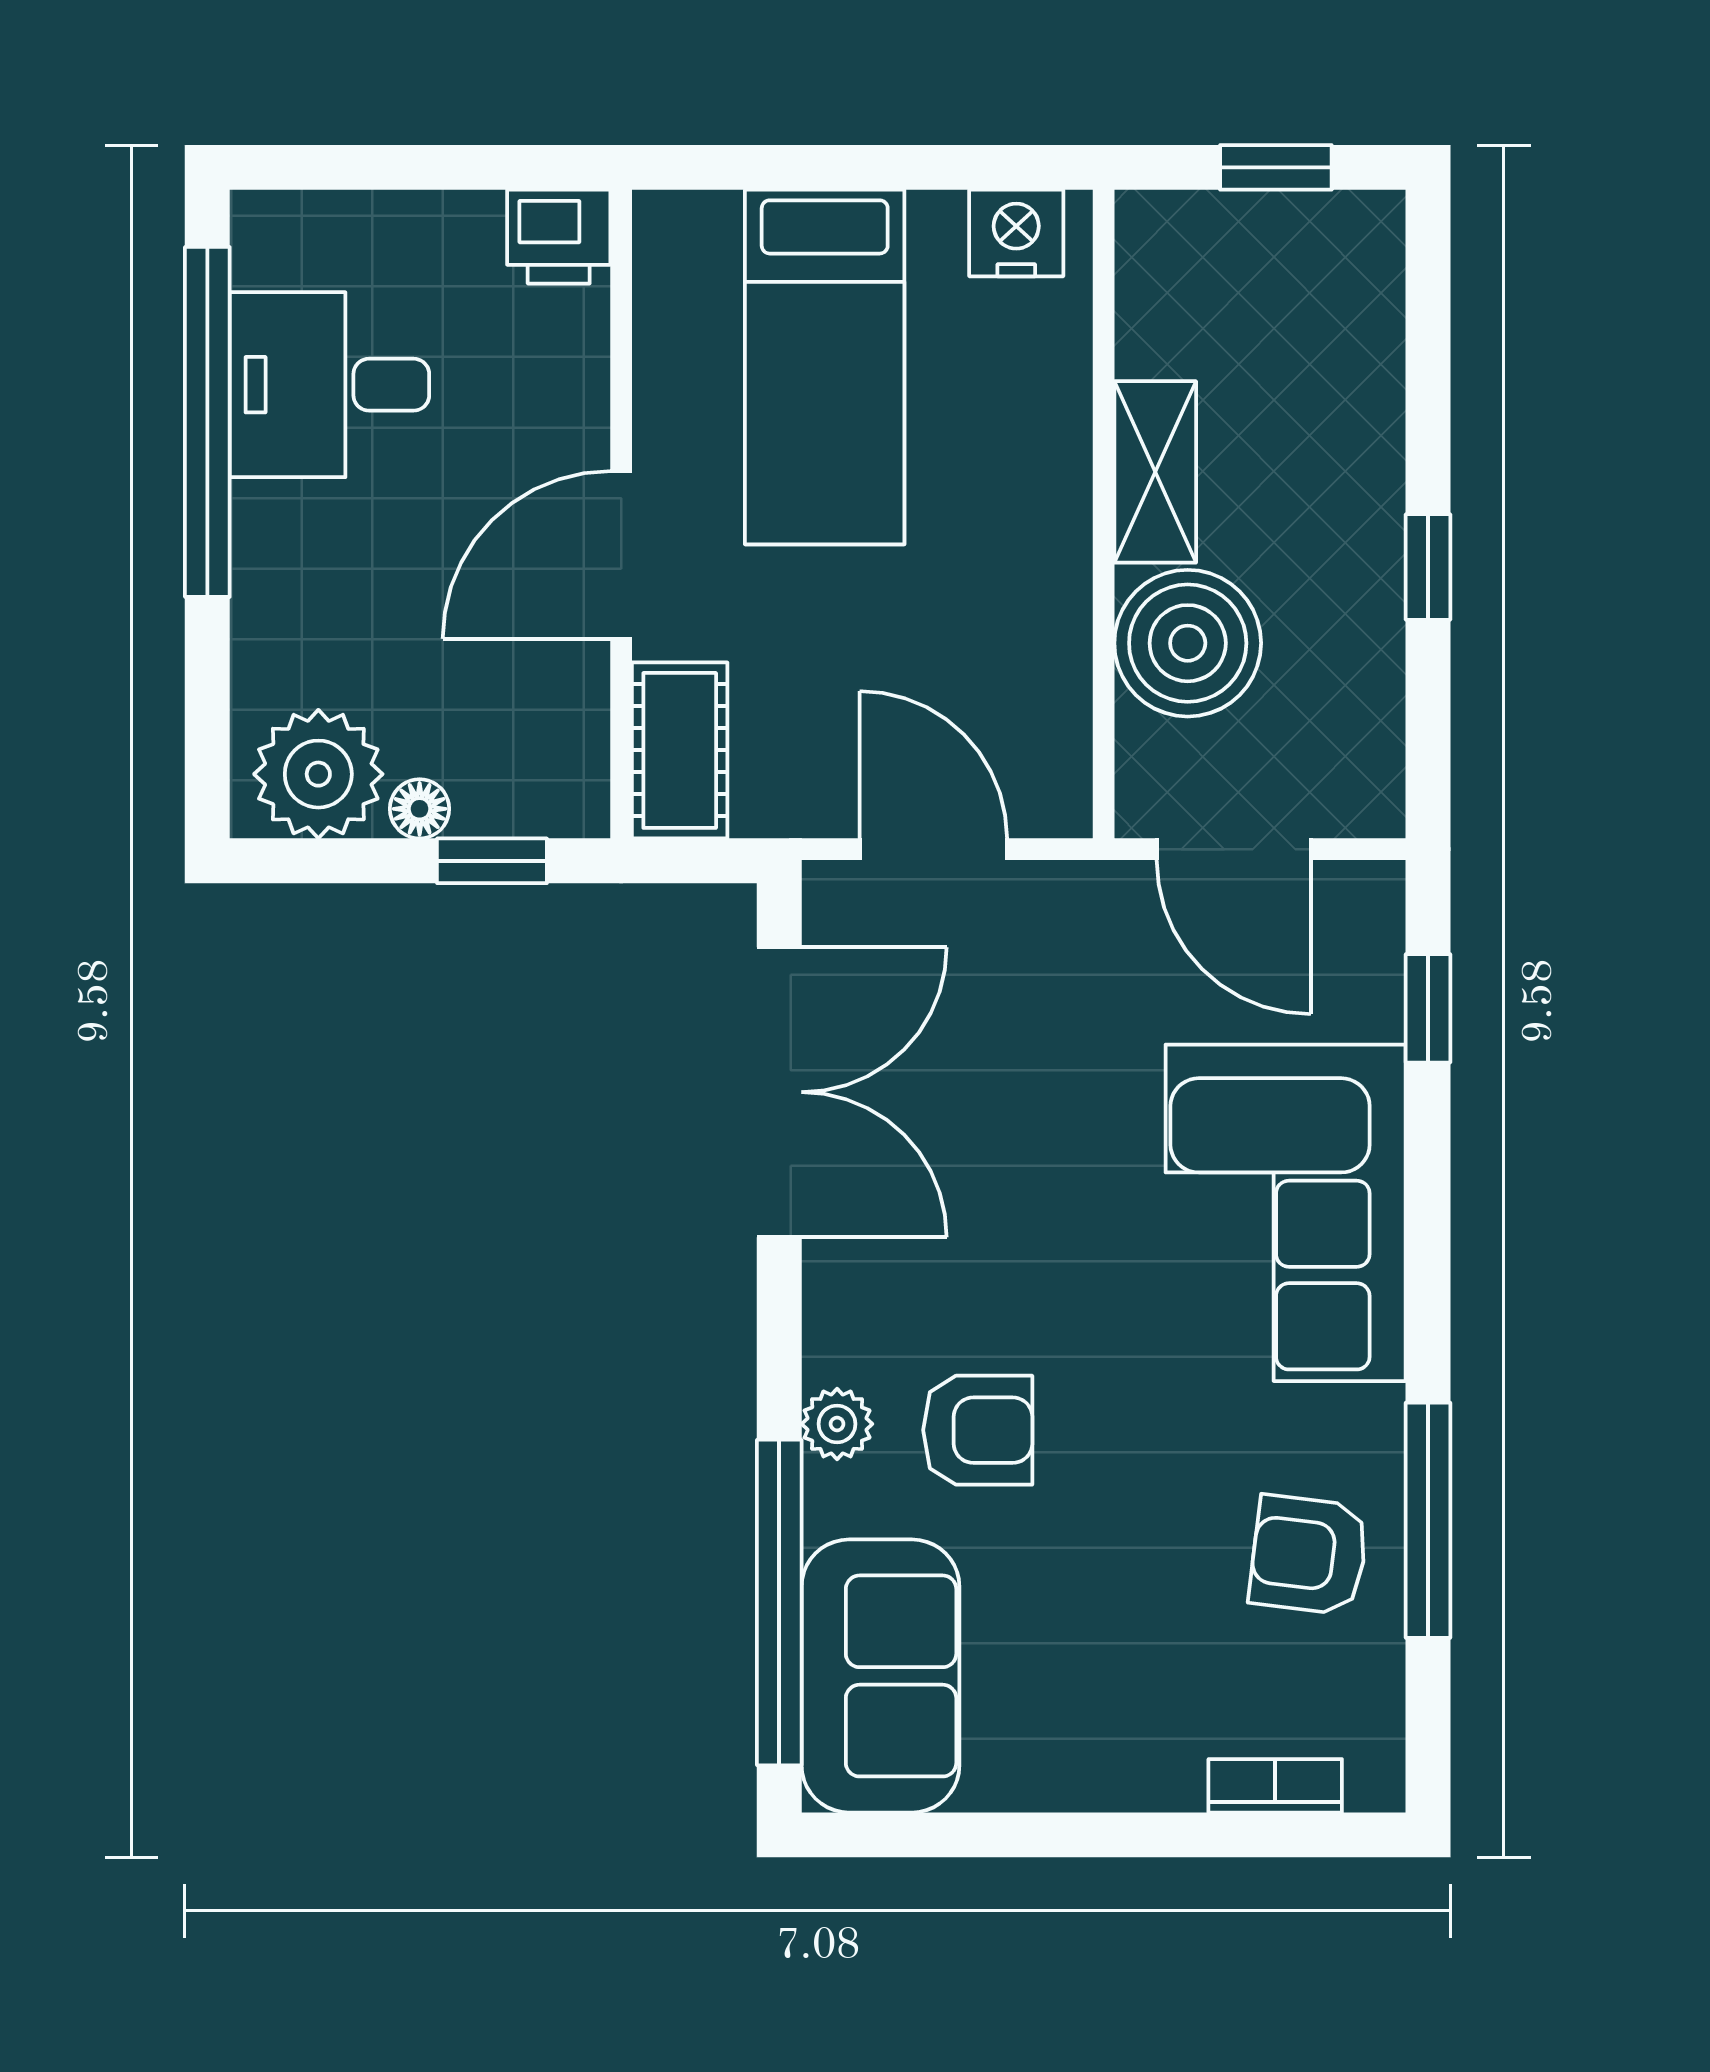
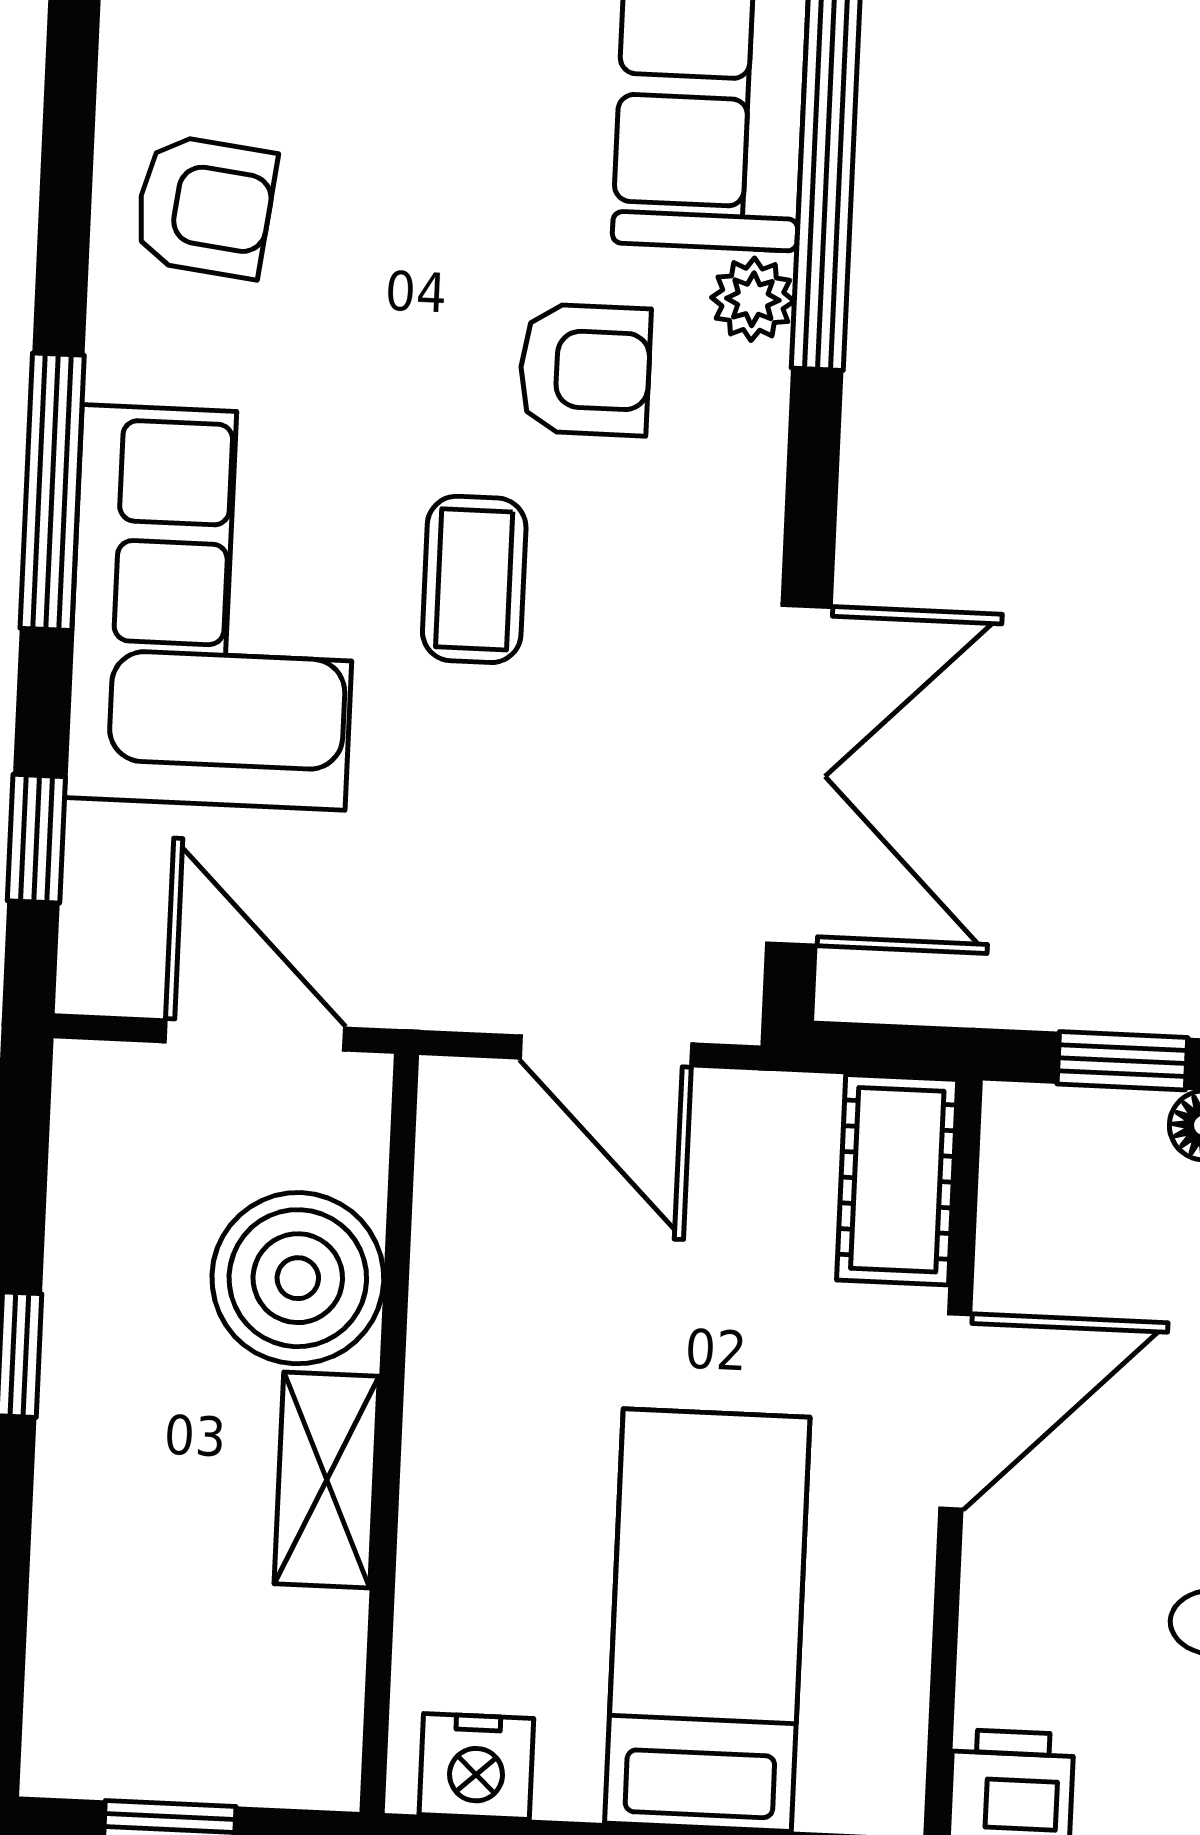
double door: (779, 1092) -> (799, 775), swing flipped
coffee table: (1064, 1247) -> (474, 579), added
plant: (837, 1424) -> (753, 299), moved
armchair: (978, 1430) -> (585, 370), turned 180
window: (1428, 1520) -> (52, 492), moved

